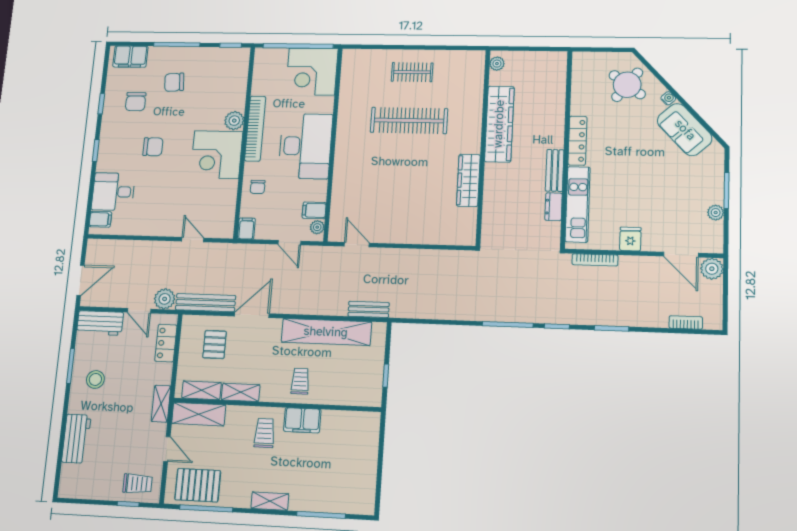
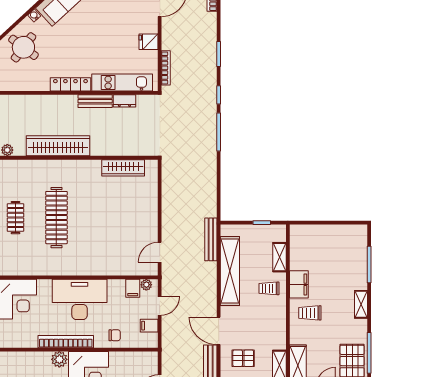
wardrobe: (468, 180) -> (123, 168), moved
filing cabinet: (246, 228) -> (149, 326), moved
bench: (369, 309) -> (211, 239), width x1.36
shelving: (241, 392) -> (280, 257), moved

